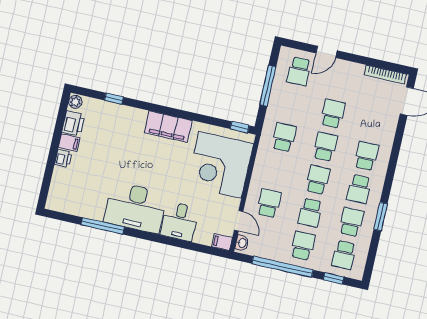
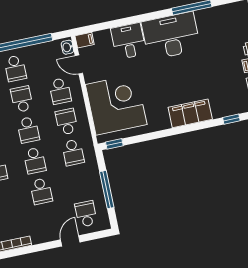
filing cabinet: (168, 127) -> (190, 113), moved
school desk: (276, 170) -> (67, 122), added

